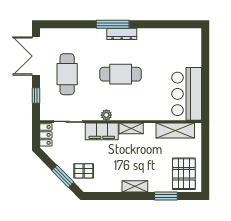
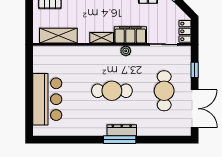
dresser: (122, 34) -> (122, 130), moved
bar counter: (187, 94) -> (47, 99), moved

